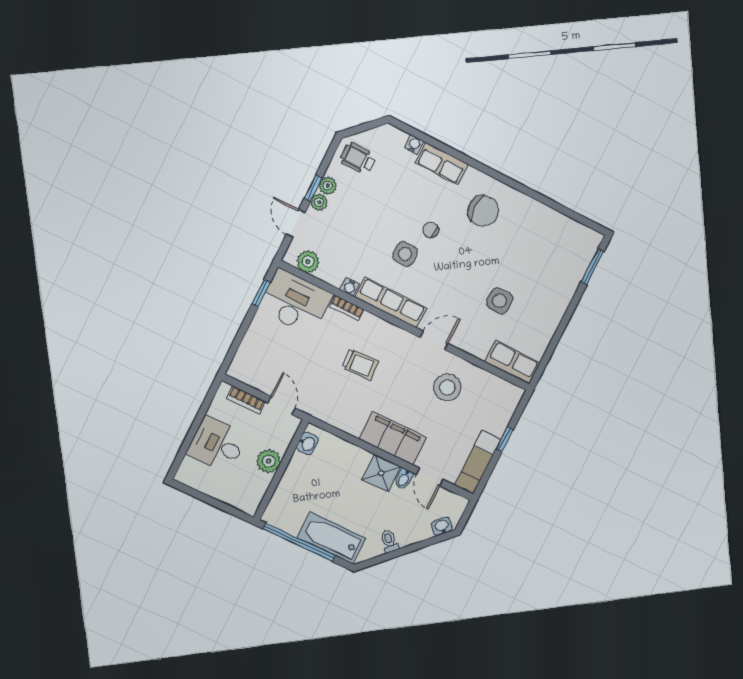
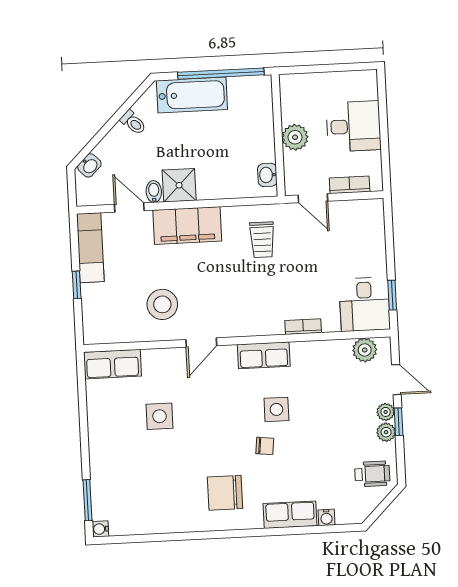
water cooler: (350, 287) -> (100, 529), moved, turned -90
desk: (295, 302) -> (365, 304), width x0.73
row of seats: (391, 303) -> (264, 355), width x0.68
trolley: (360, 364) -> (262, 240), moved, turned -88

